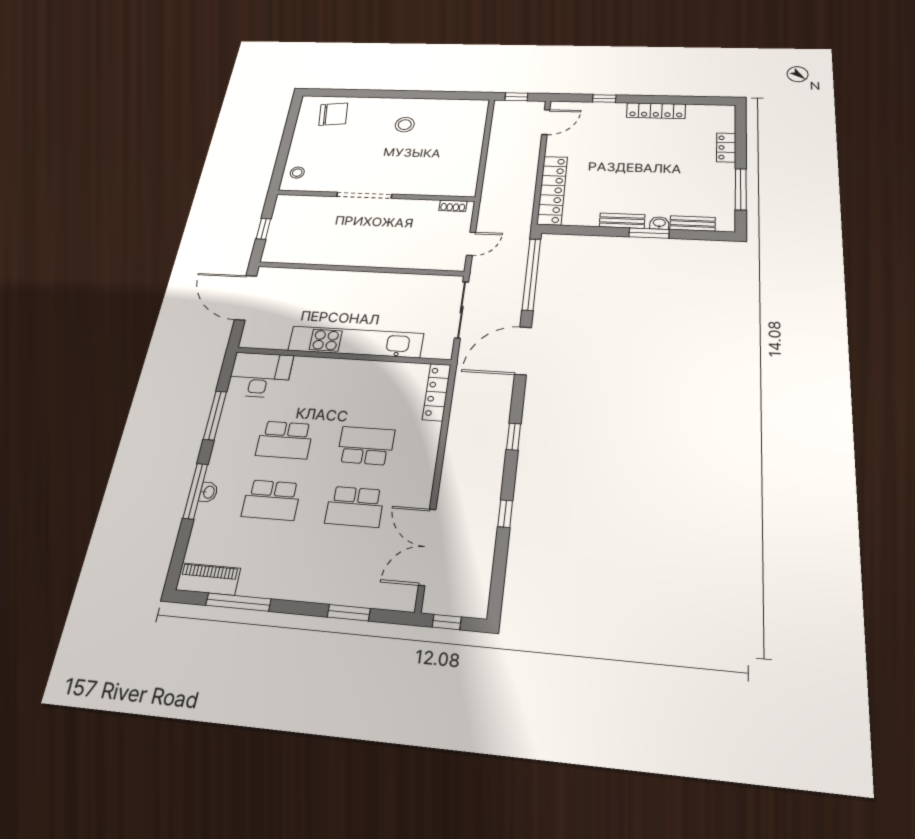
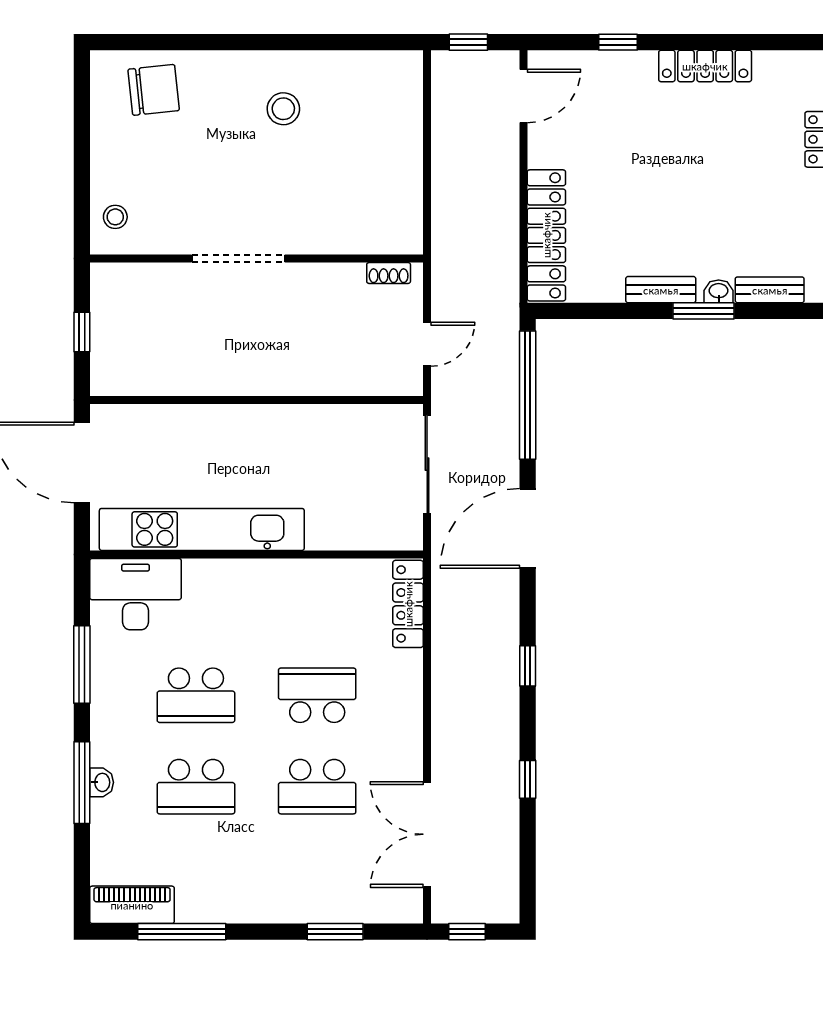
kitchen unit: (356, 342) -> (202, 529), moved

